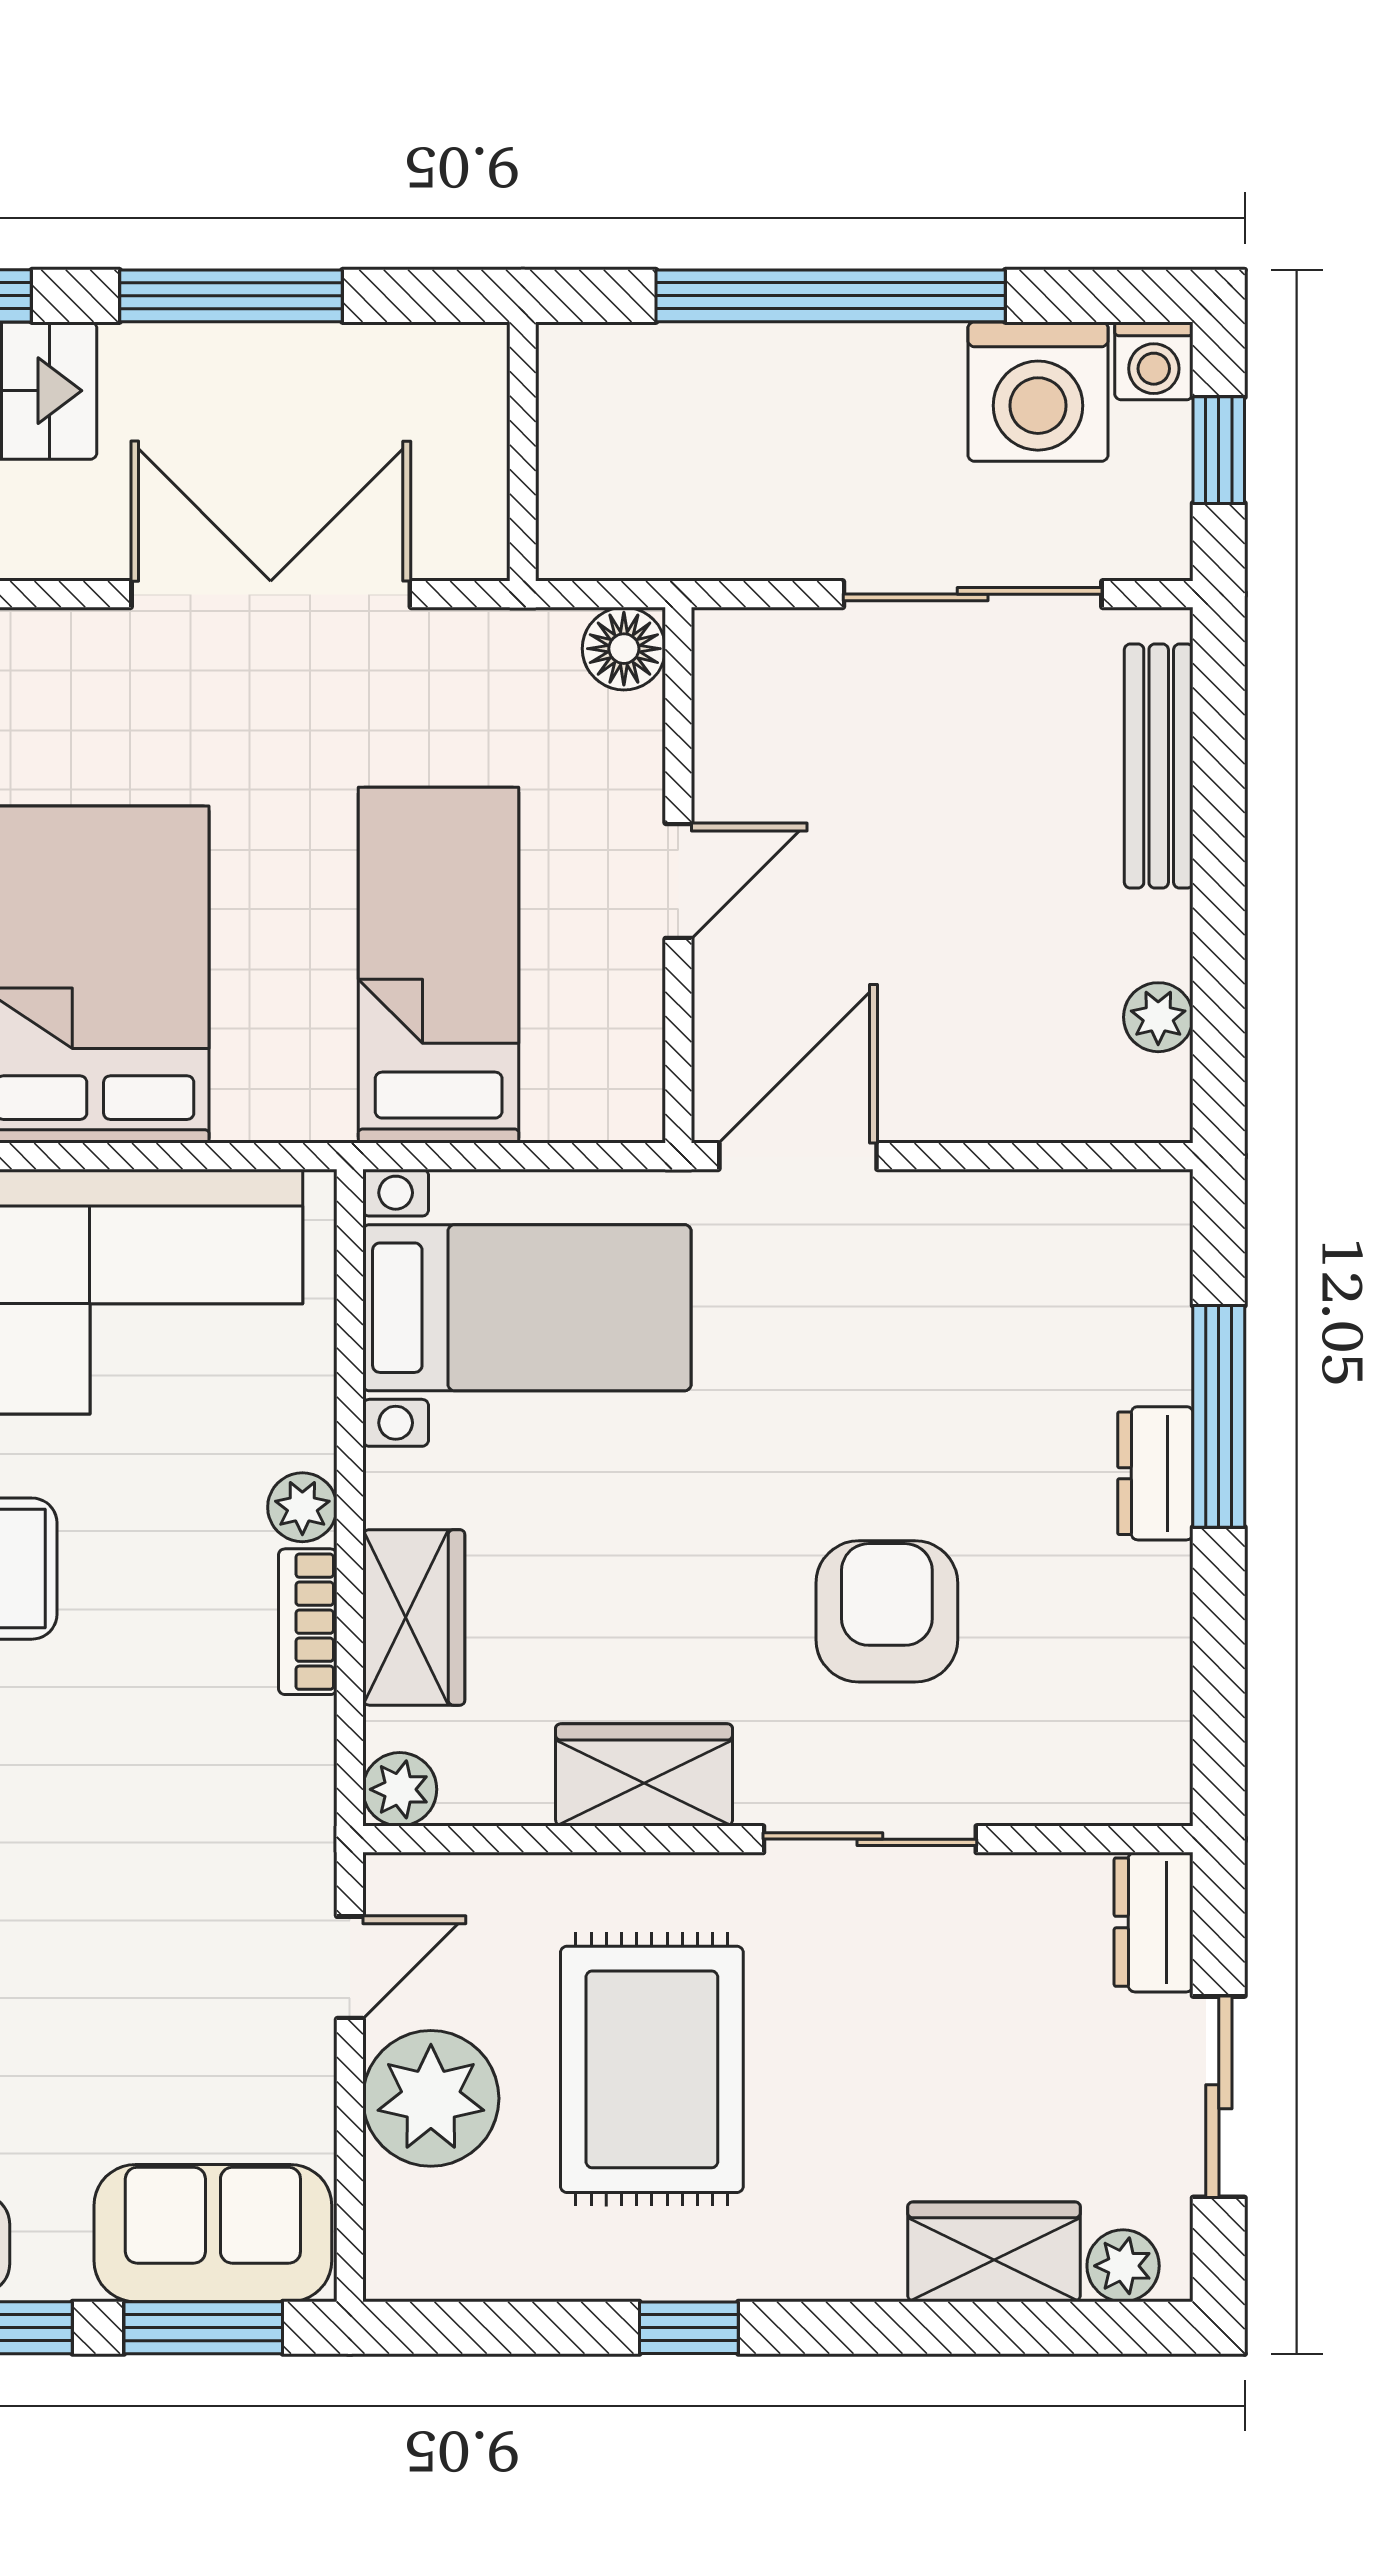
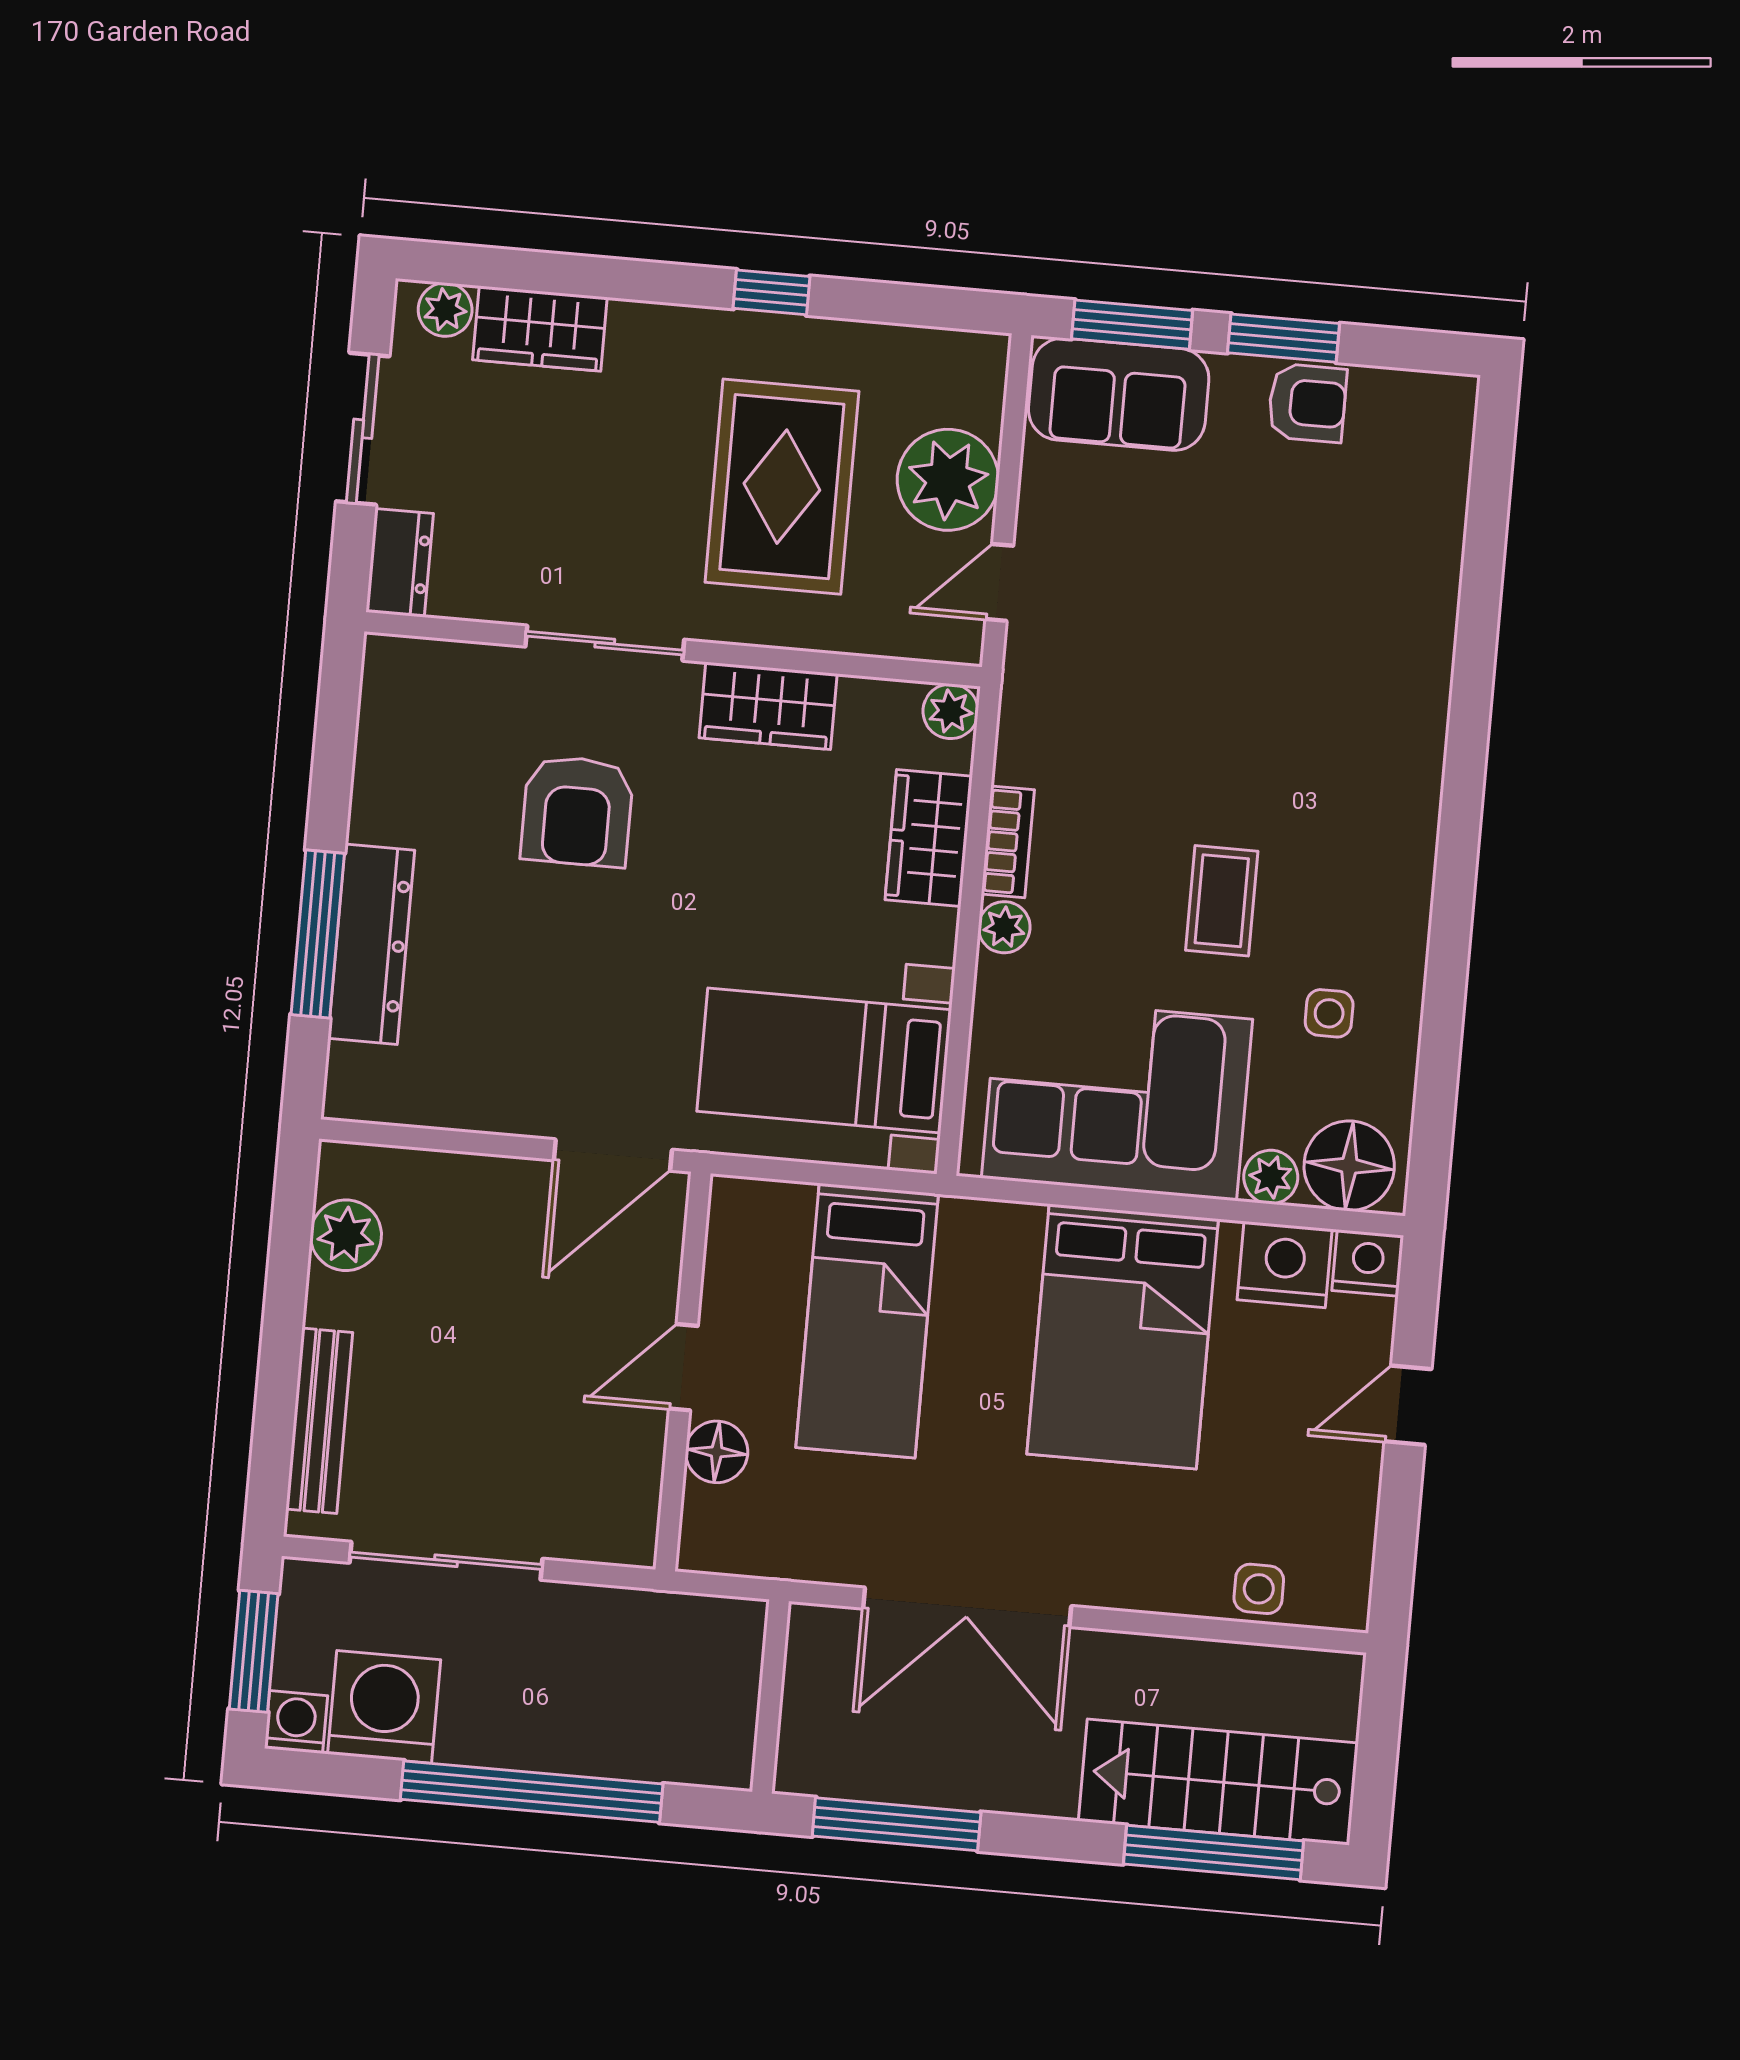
window: (231, 296) -> (897, 1824), moved
window: (1219, 450) -> (254, 1651), width x1.50
floor lamp: (624, 649) -> (717, 1452), moved
plant: (1158, 1017) -> (346, 1235), width x1.38, depth x1.38
dresser: (1155, 1473) -> (371, 944), width x1.96, depth x1.24

